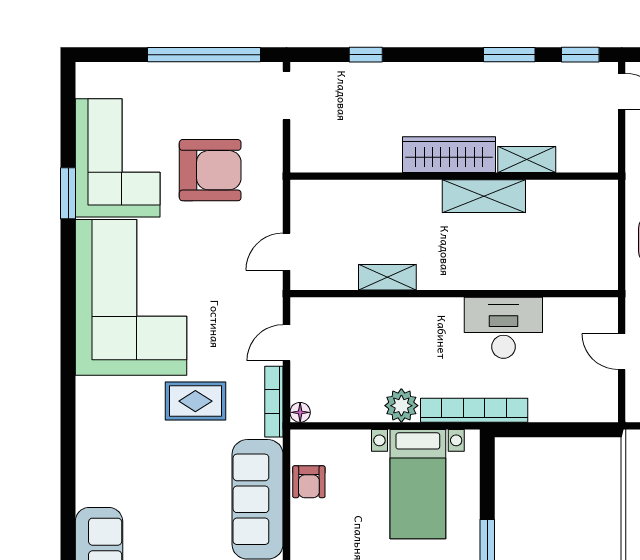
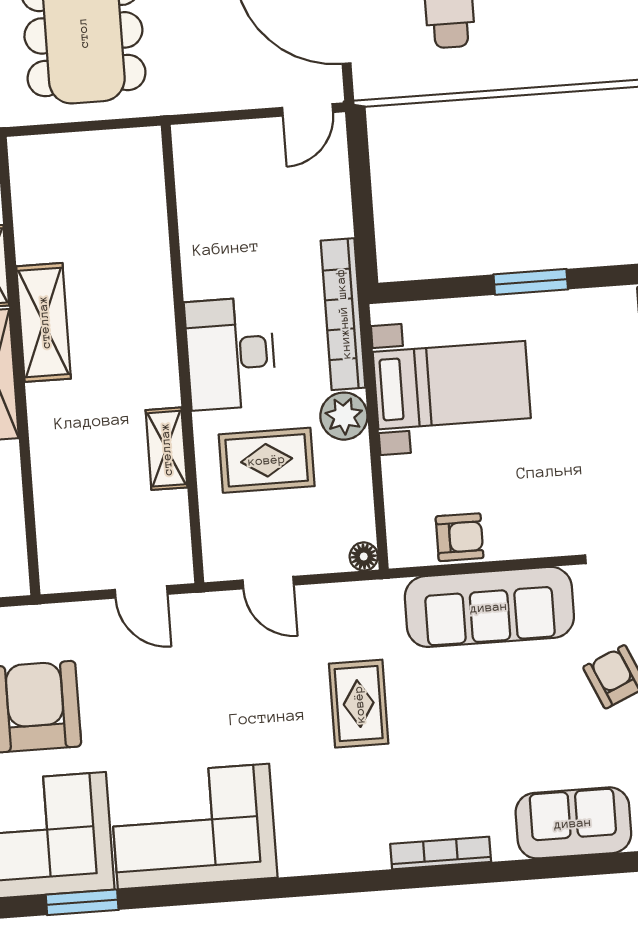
corner sofa: (131, 297) -> (193, 827), width x0.73, depth x0.74
desk: (503, 328) -> (230, 353), moved
rug: (374, 348) -> (267, 460), added
door: (622, 352) -> (308, 110), moved
bookcase: (274, 402) -> (441, 853), moved, turned 180

